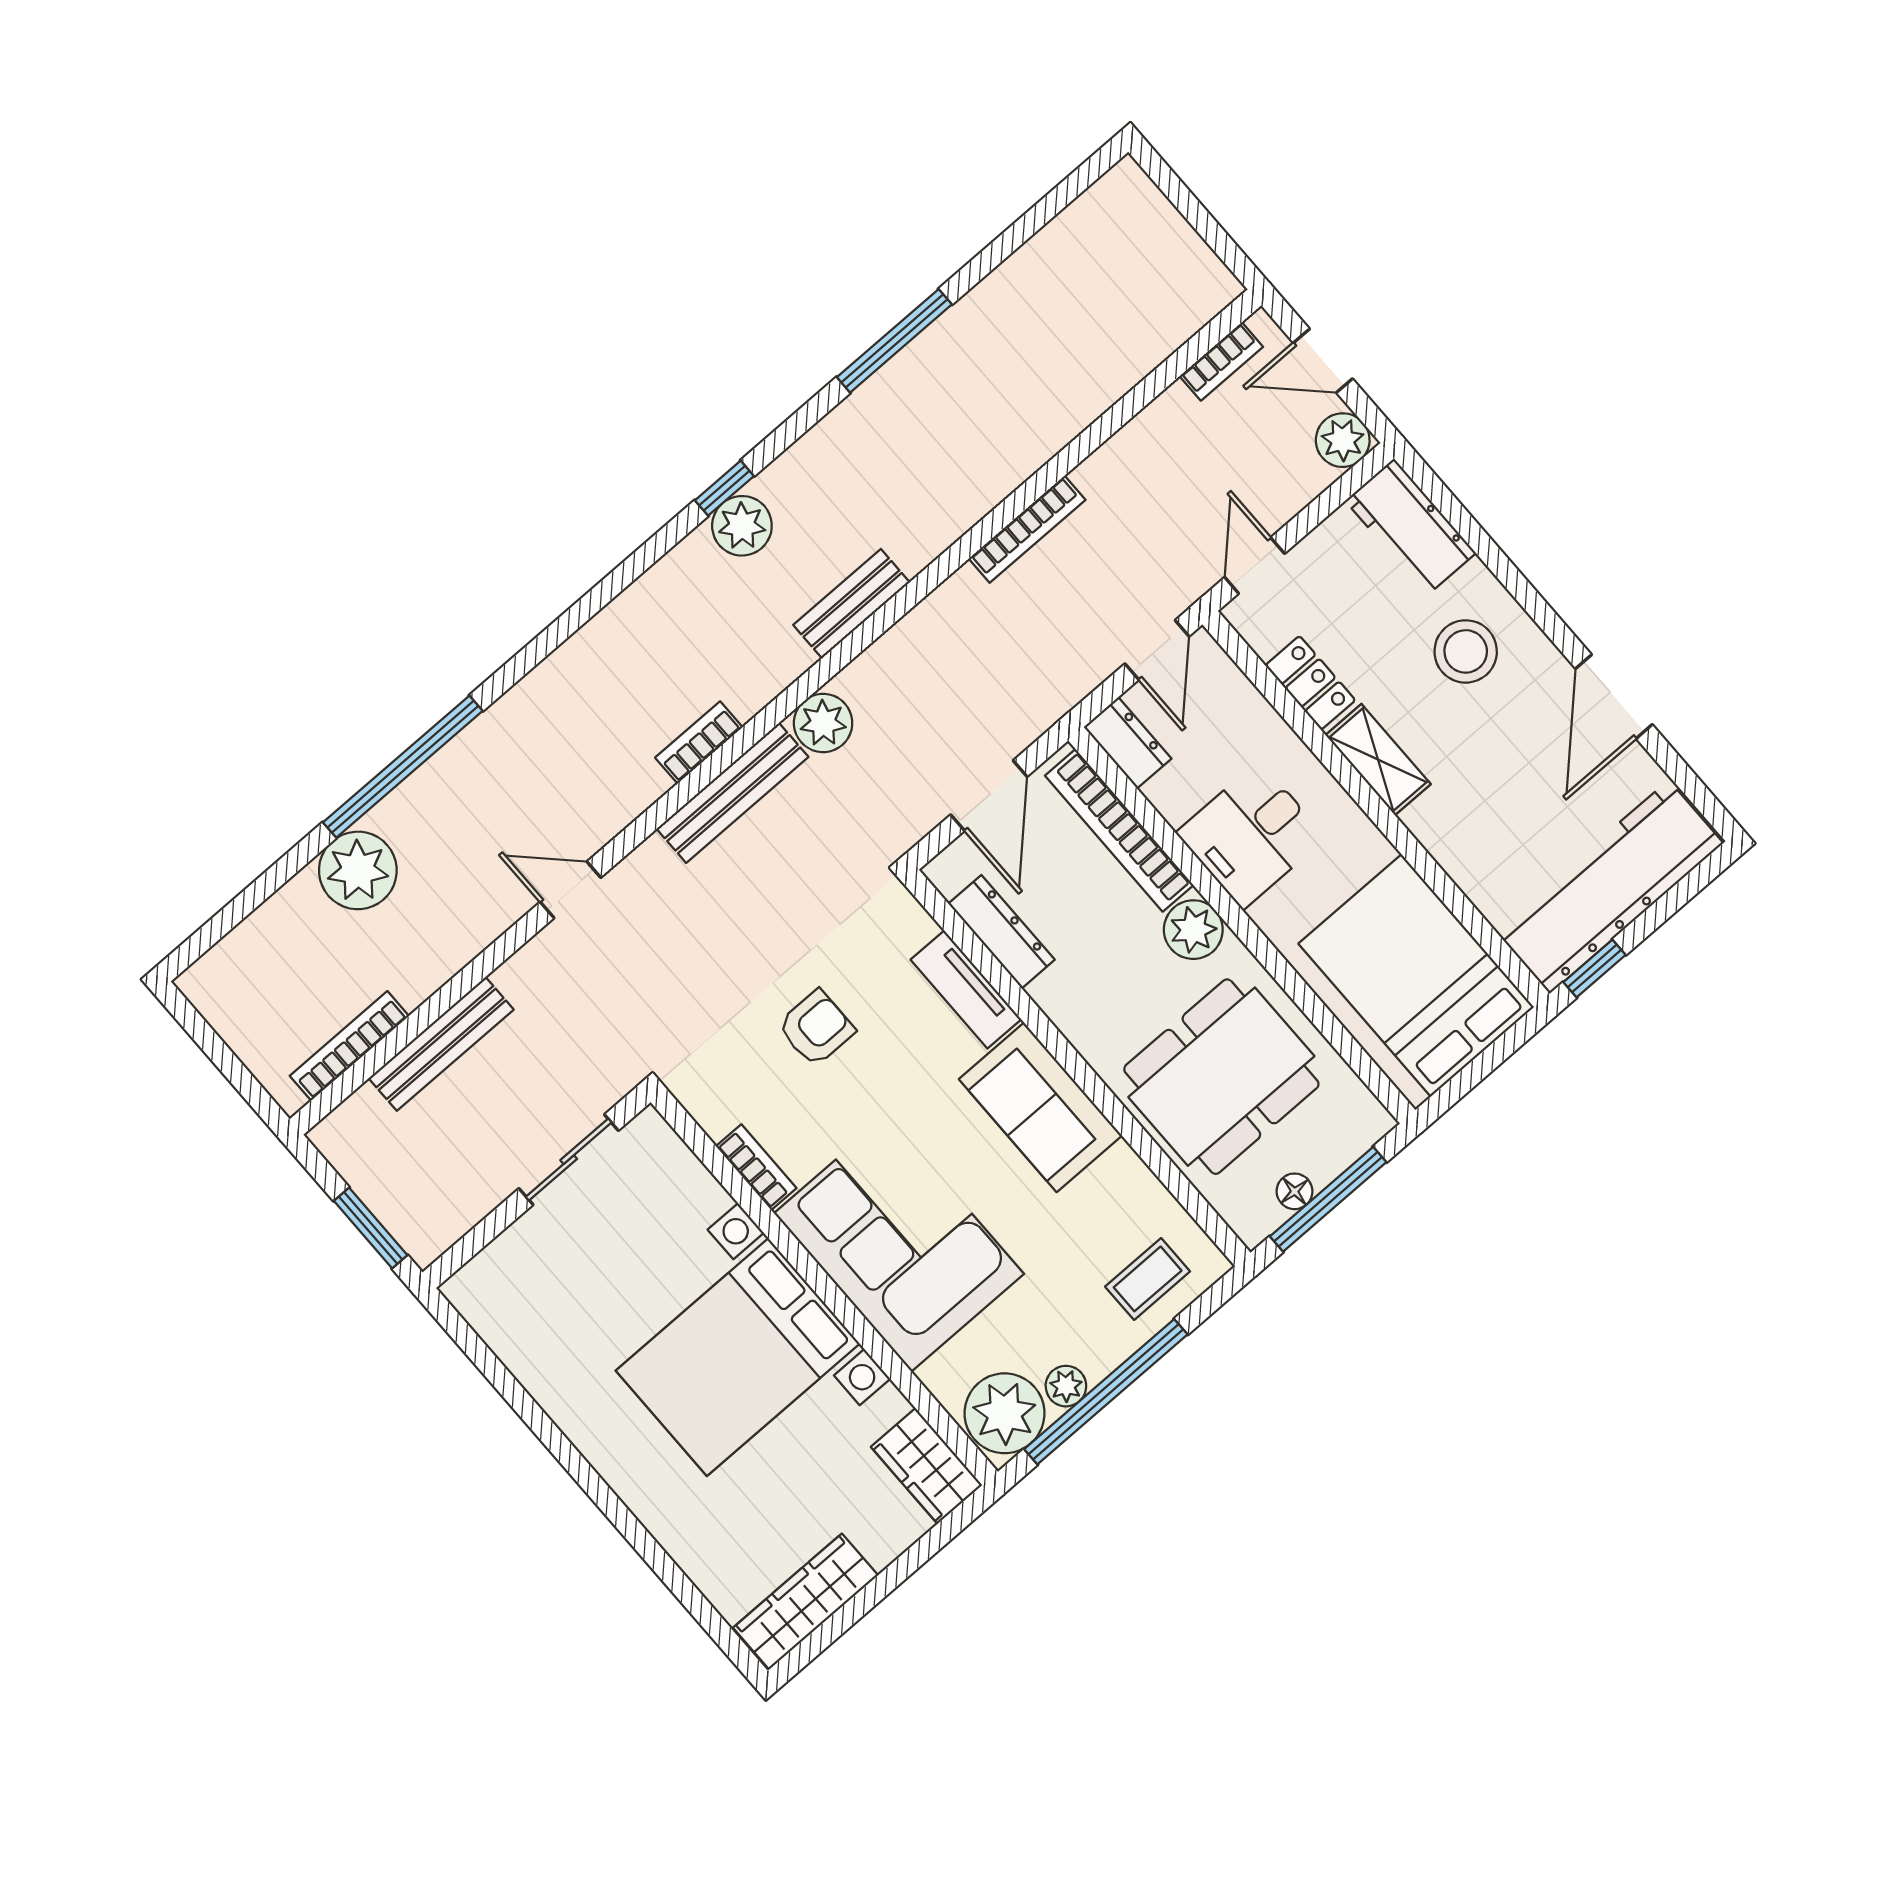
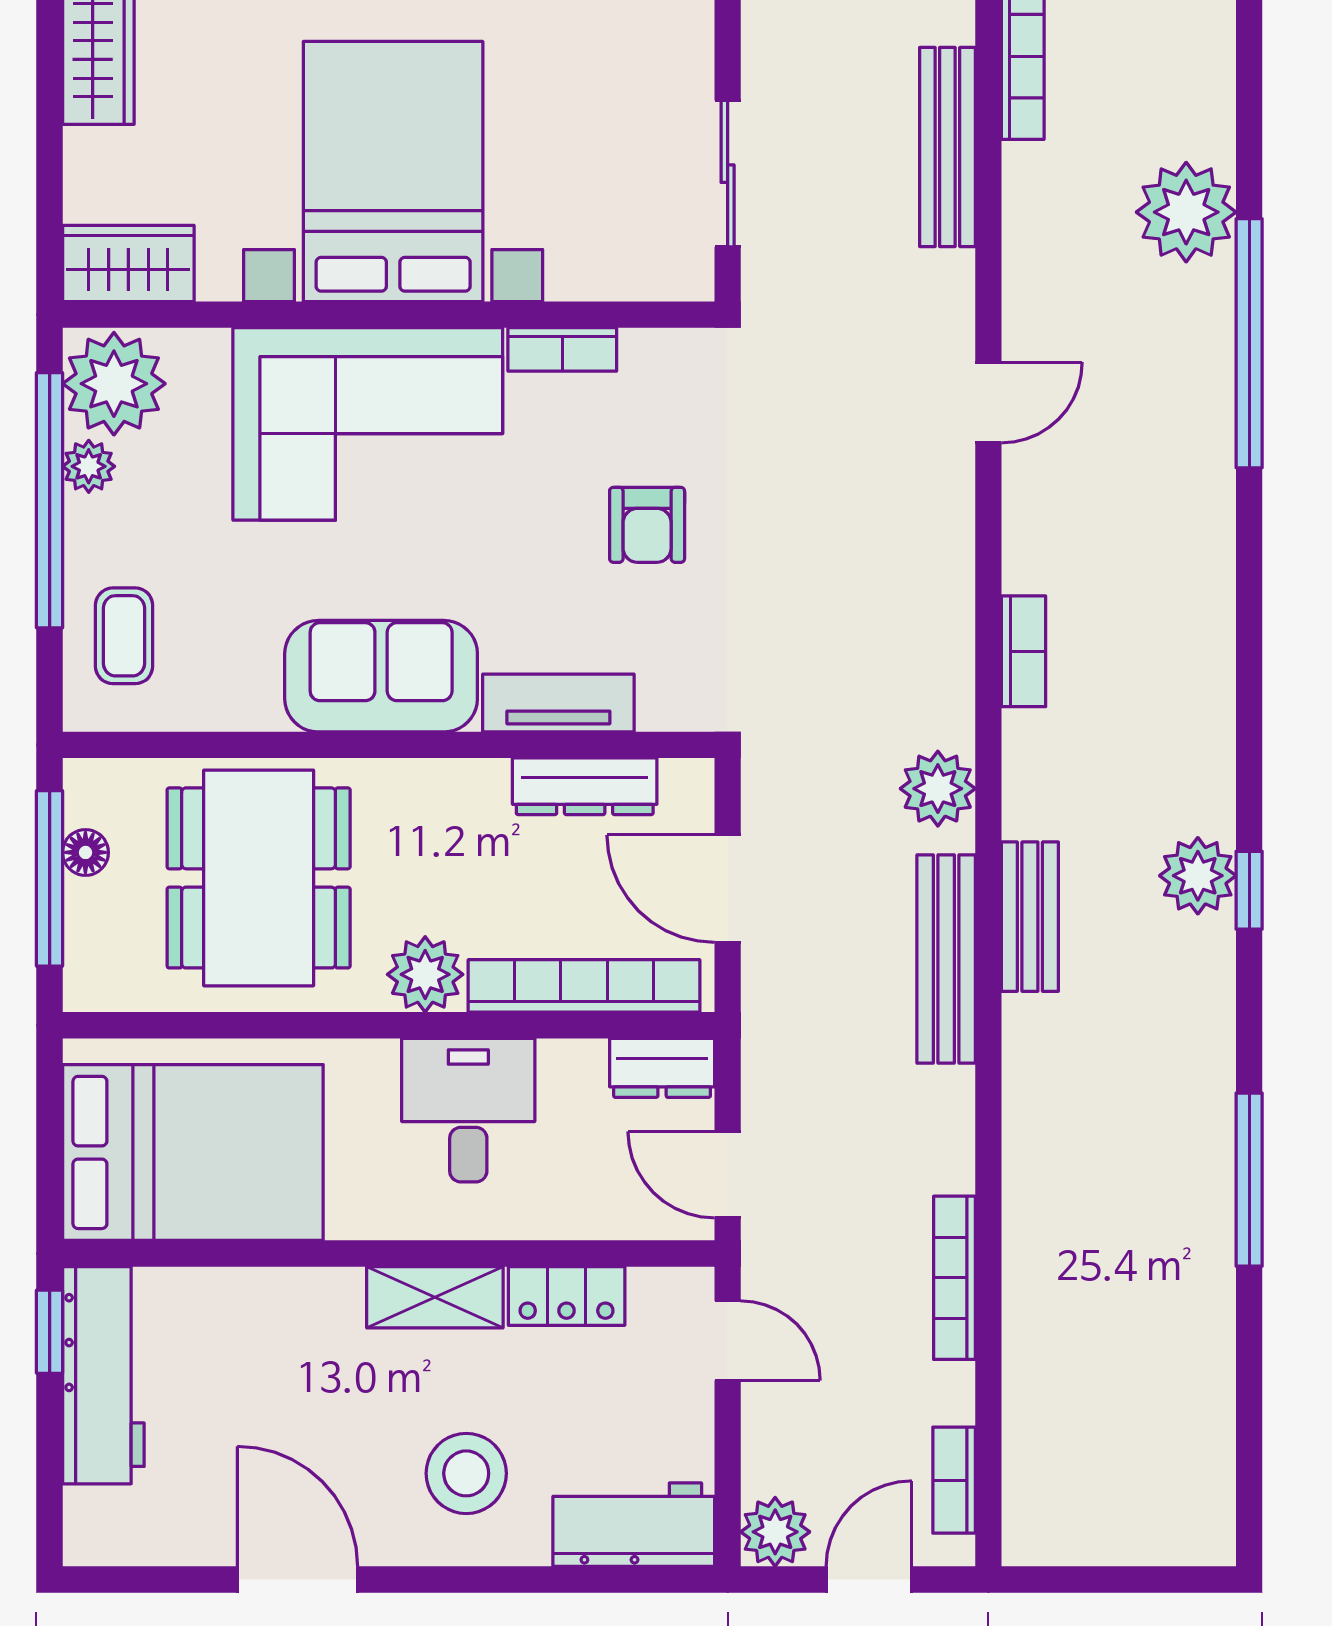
bookcase: (1027, 529) -> (954, 1278), moved
bench: (732, 793) -> (946, 959), moved
workbench: (1609, 887) -> (103, 1375), width x0.73, depth x0.76

